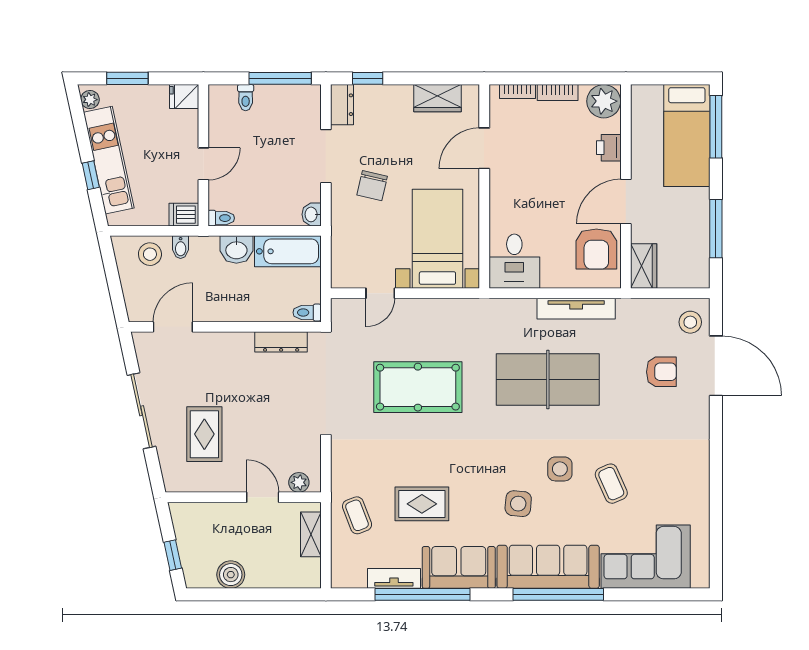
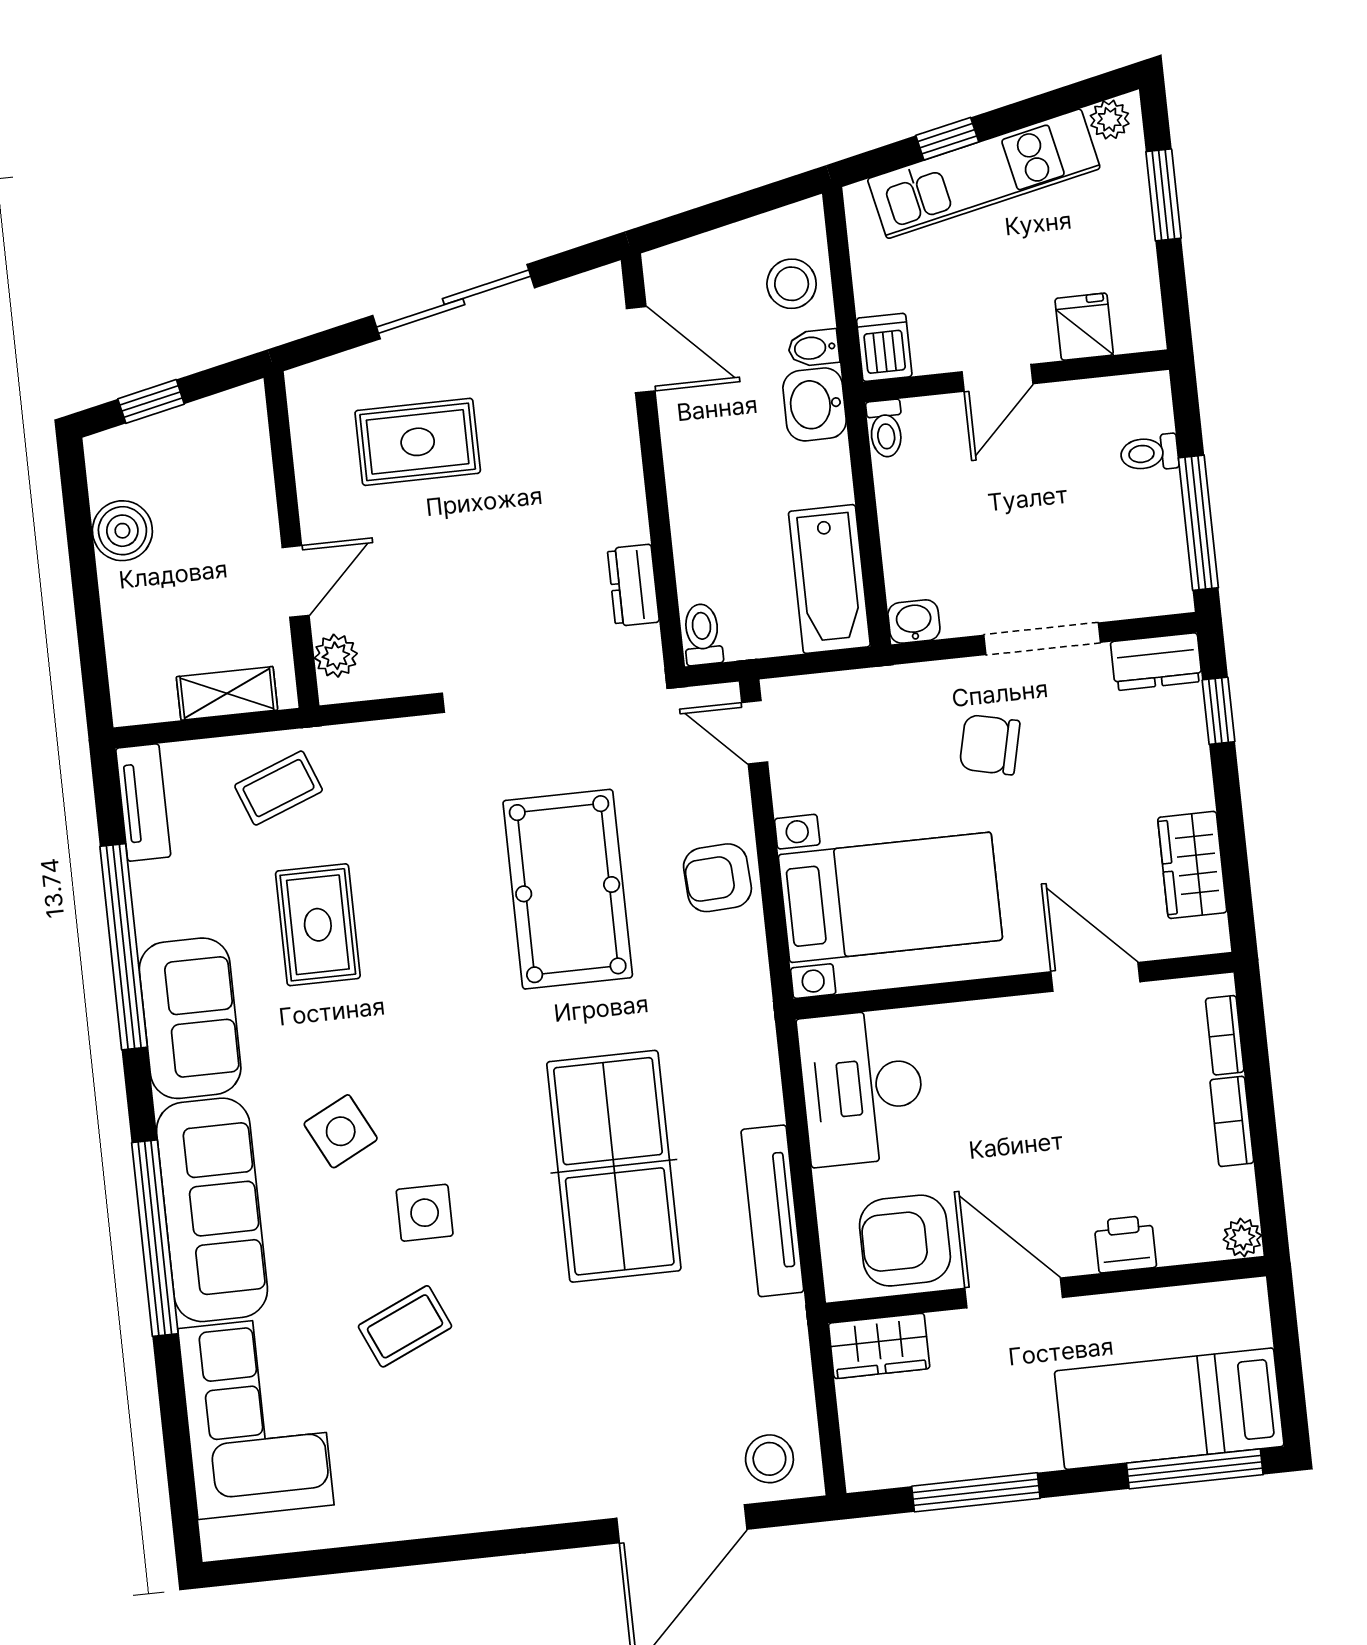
fridge: (184, 97) -> (1084, 327), moved
plant: (604, 101) -> (1242, 1237), width x0.53, depth x0.53
door: (203, 164) -> (997, 378), hinge flipped
washbasin: (236, 249) -> (815, 404), moved
desk: (514, 261) -> (862, 1088), width x1.37
door: (380, 293) -> (755, 732), moved
dresser: (281, 342) -> (633, 585), width x0.70
armchair: (661, 372) -> (717, 878), moved, turned 87
side table: (518, 504) -> (341, 1131), turned -32
tv unit: (394, 578) -> (143, 802), moved

